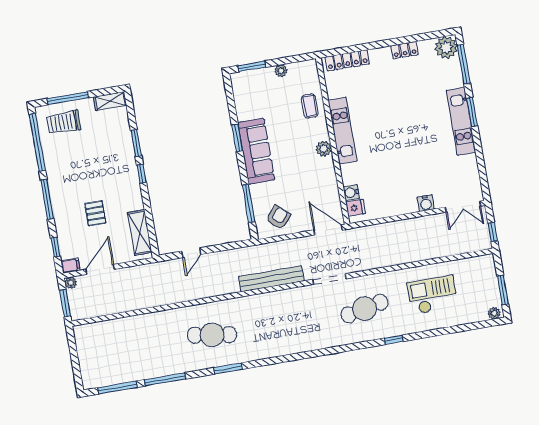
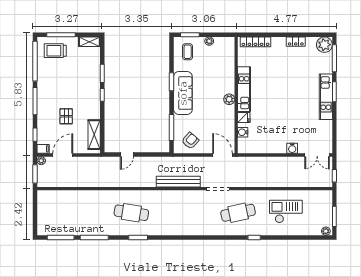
coffee table: (310, 106) -> (188, 52), moved
fridge: (355, 208) -> (244, 118), moved

